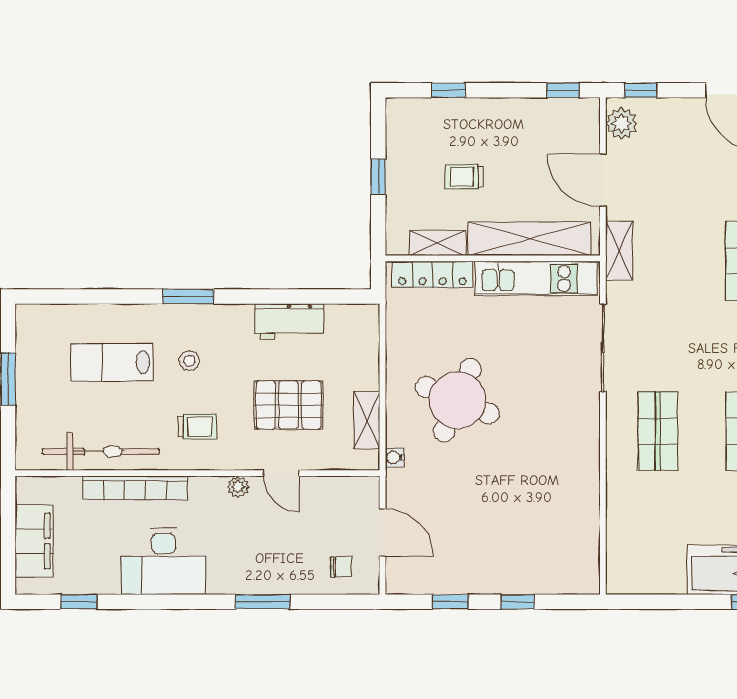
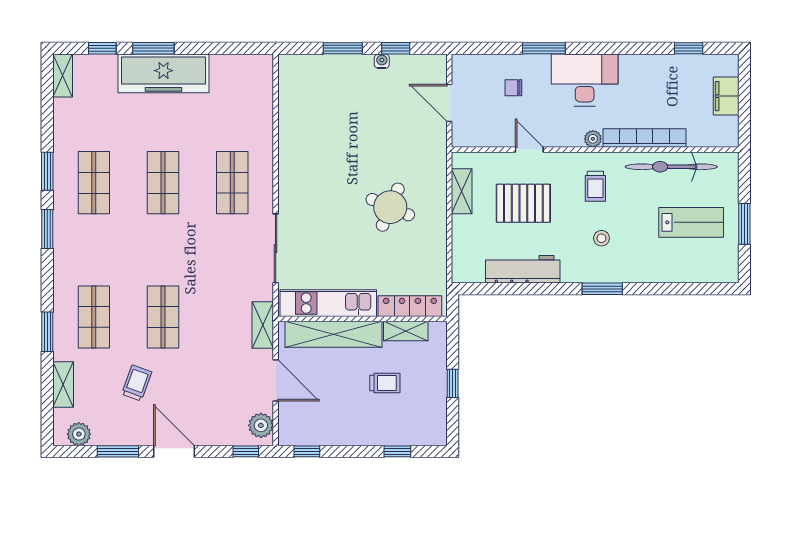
workbench: (289, 321) -> (523, 269), width x1.38
lab bench: (112, 362) -> (691, 222), moved
round table: (457, 400) -> (390, 207), width x0.73, depth x0.73
trolley: (197, 427) -> (595, 186), turned -90
water cooler: (395, 458) -> (382, 61), moved, turned -90
plant: (238, 487) -> (593, 139), moved
filing cabinet: (34, 541) -> (726, 96), width x0.67, depth x0.86
desk: (164, 561) -> (585, 80), moved
chair: (341, 567) -> (513, 88), moved
window: (518, 602) -> (343, 48), width x1.50

